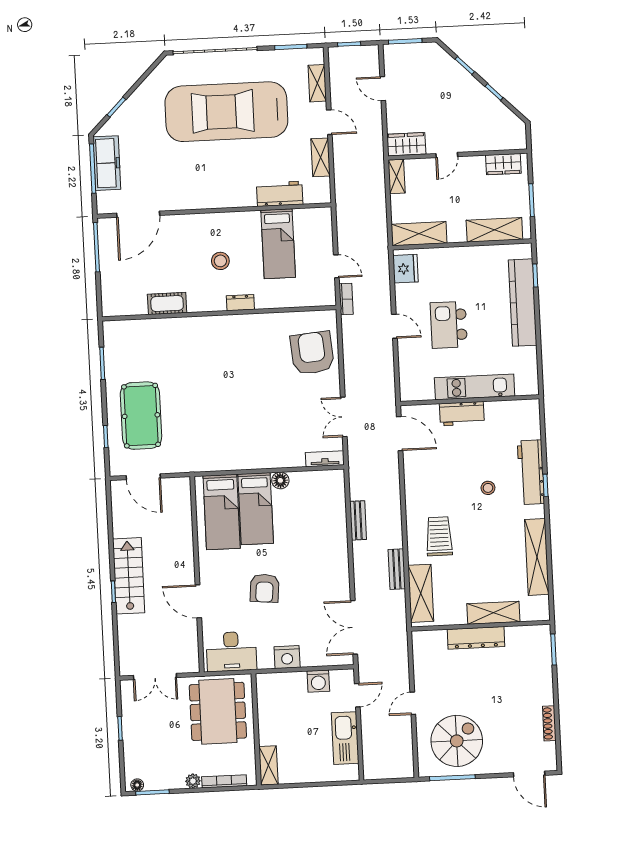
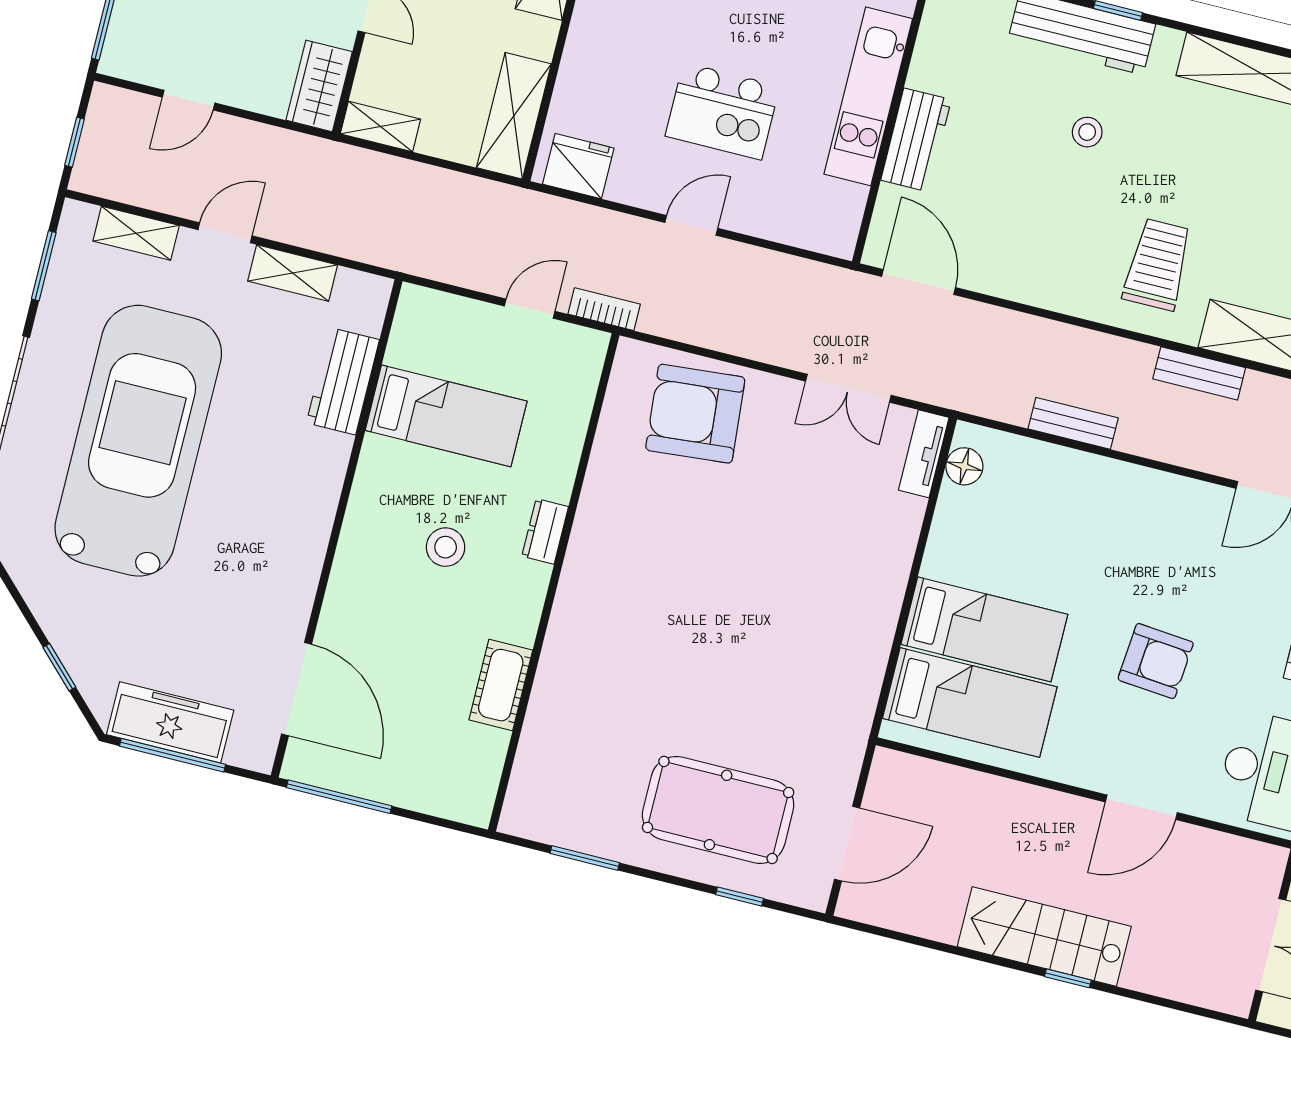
car: (226, 112) -> (138, 441), turned 180
door: (400, 434) -> (918, 282), hinge flipped
floor lamp: (280, 480) -> (964, 466), moved
trolley: (439, 536) -> (1158, 264), turned 90

